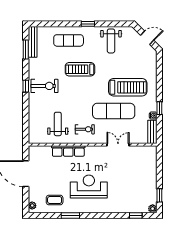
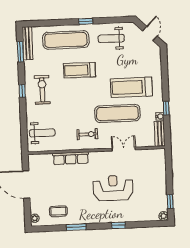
door: (147, 38) -> (150, 33), hinge flipped
exercise mat: (69, 40) -> (66, 40), width x1.36, depth x1.45
weight bench: (111, 41) -> (111, 39), turned 90
exercise bike: (44, 86) -> (42, 90), turned -90
treadmill: (128, 87) -> (131, 87), turned 180
weight bench: (58, 124) -> (42, 133), moved, turned 90
reception desk: (89, 186) -> (113, 188), moved
window: (136, 216) -> (118, 225), moved

